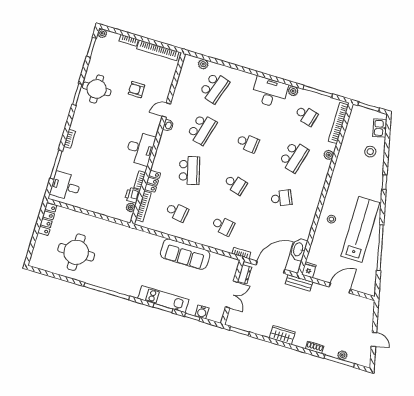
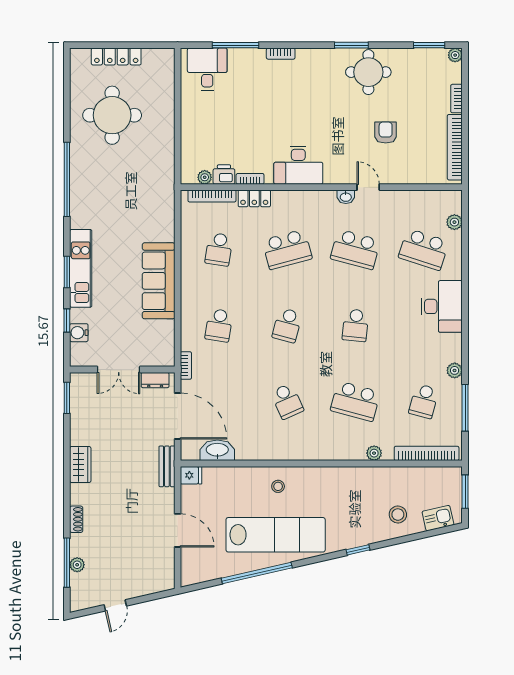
desk: (270, 92) -> (442, 306), moved
locker: (47, 219) -> (116, 56), moved

